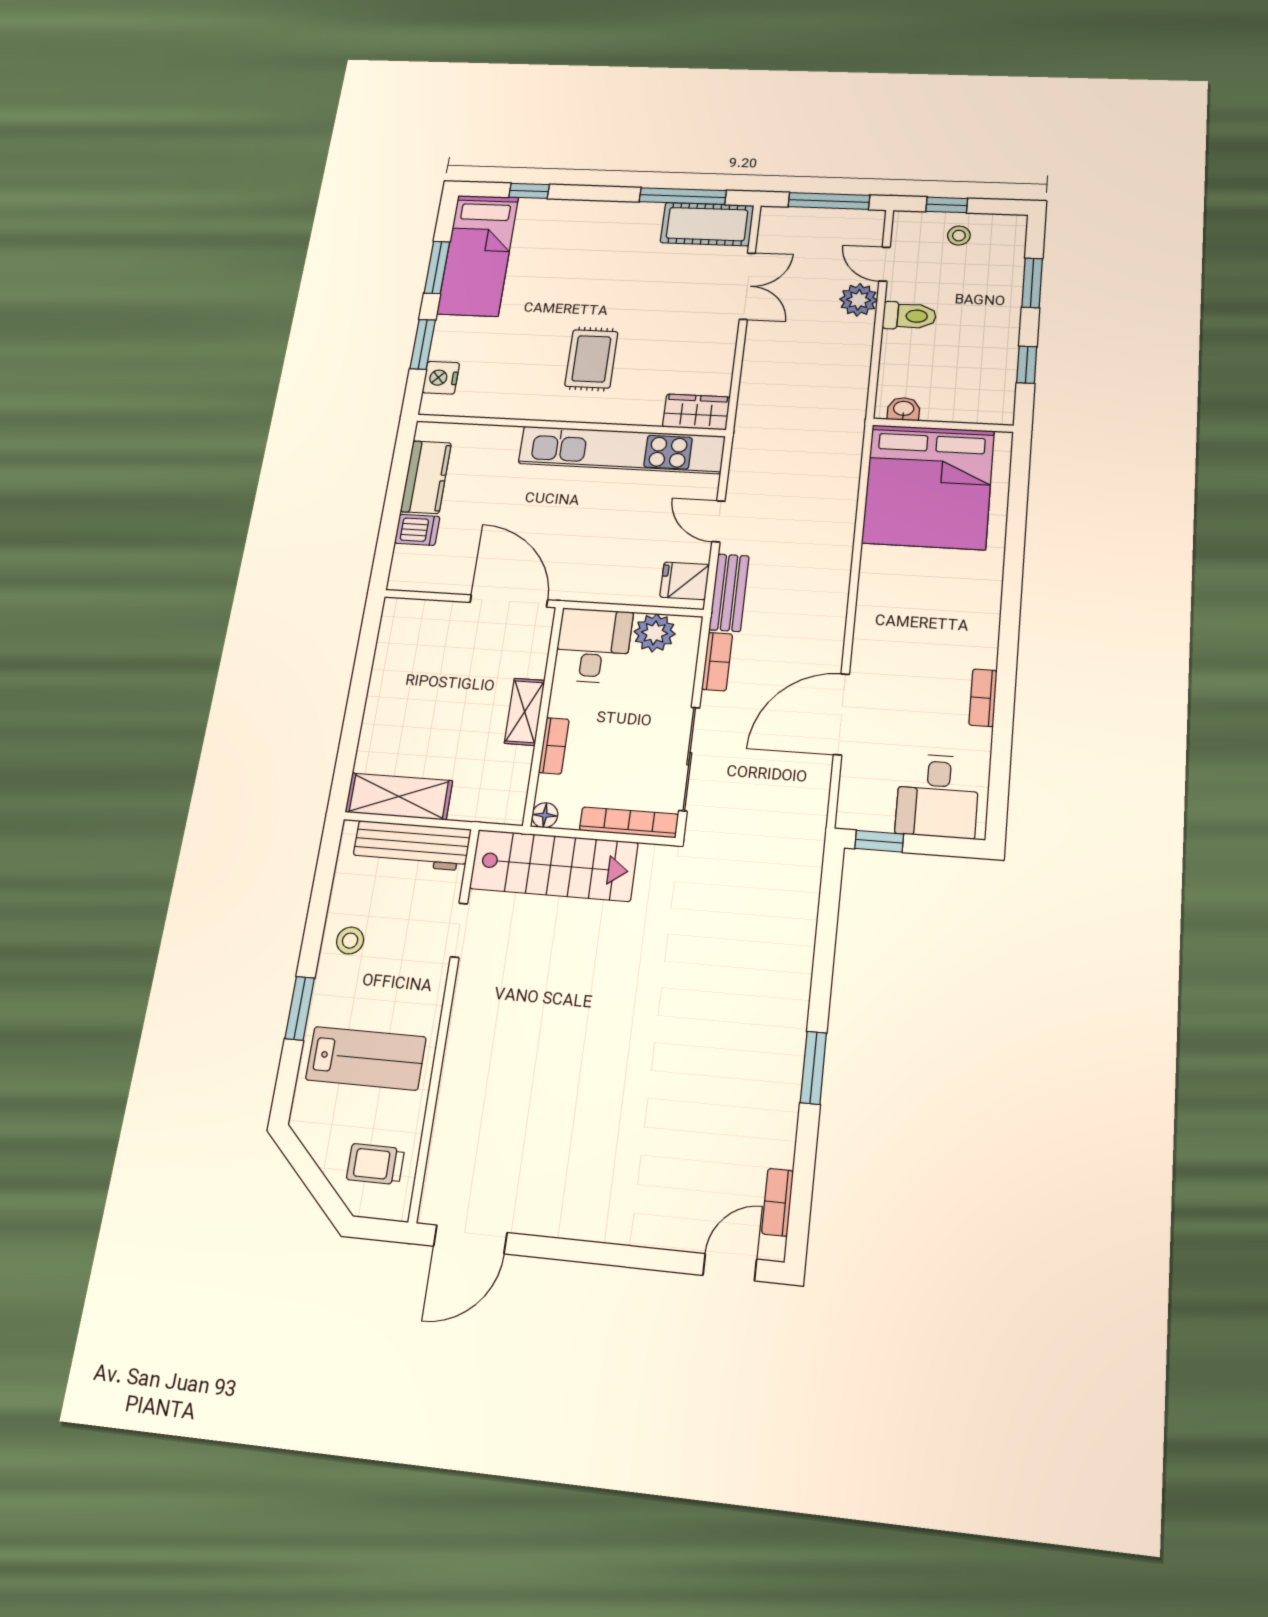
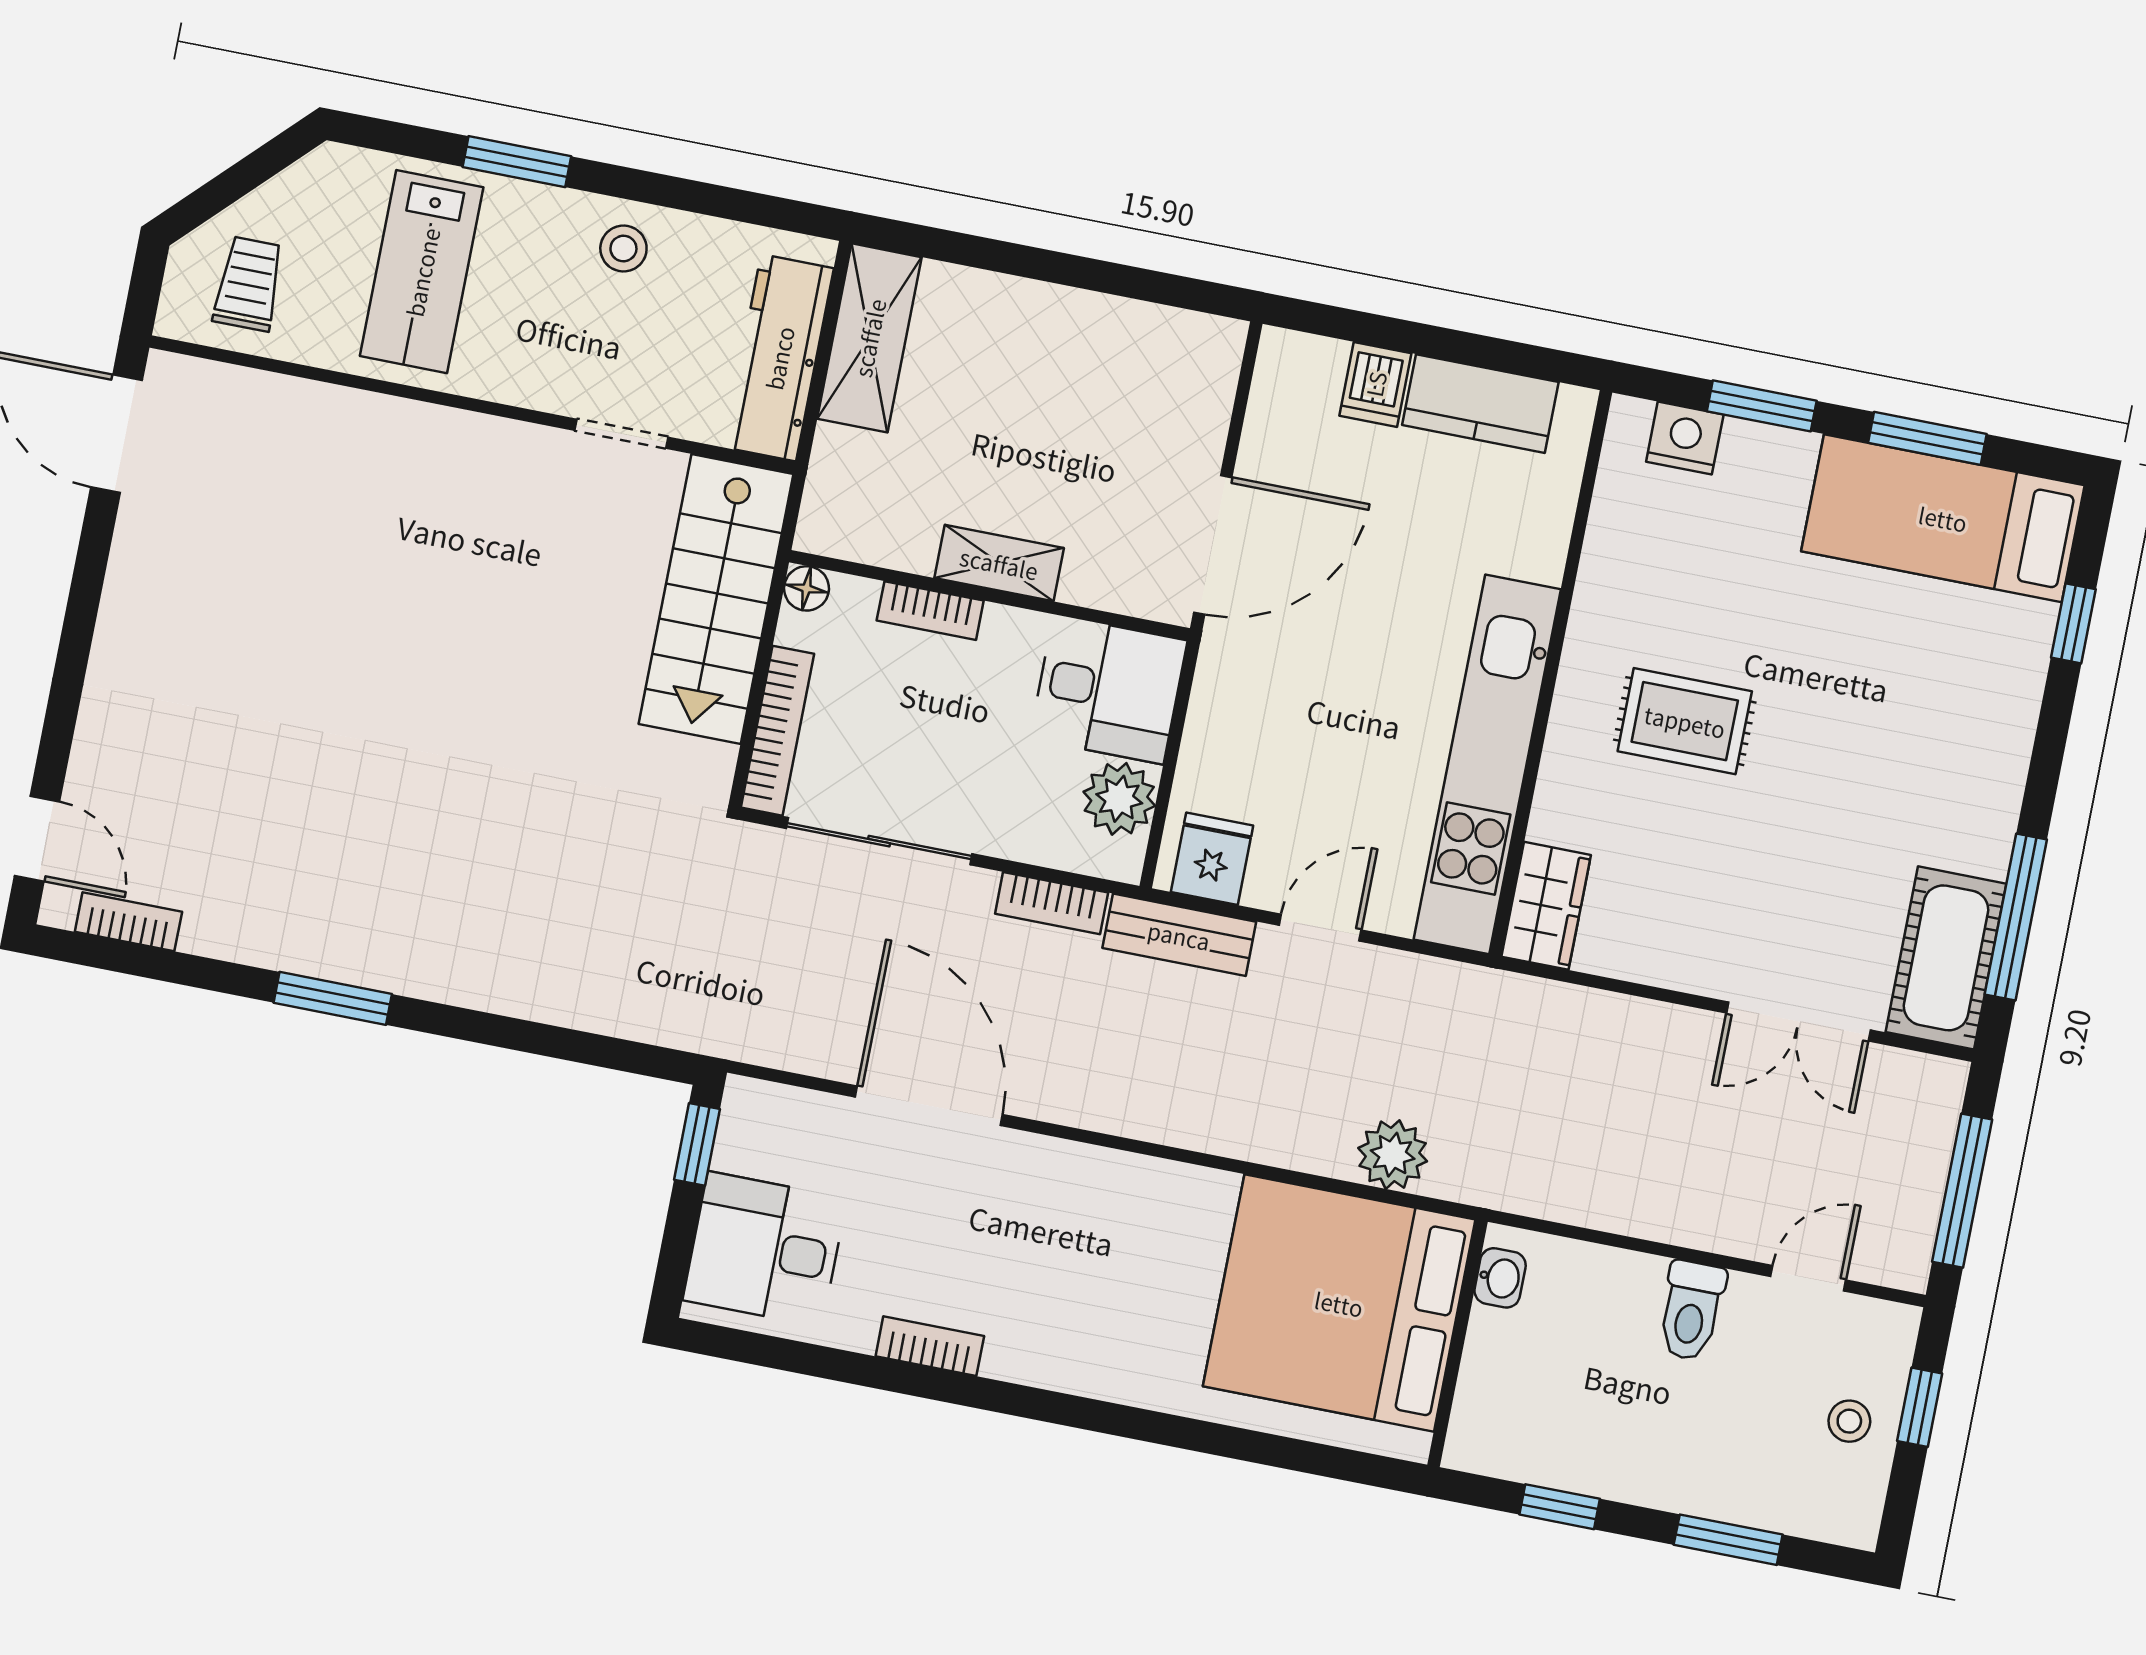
plant: (859, 300) -> (1393, 1155), moved

